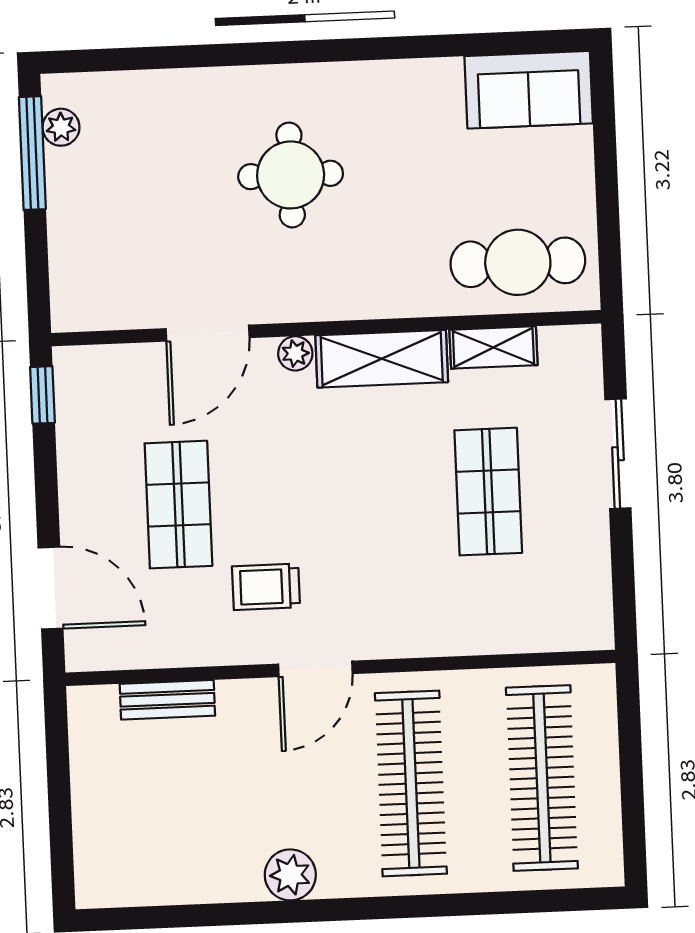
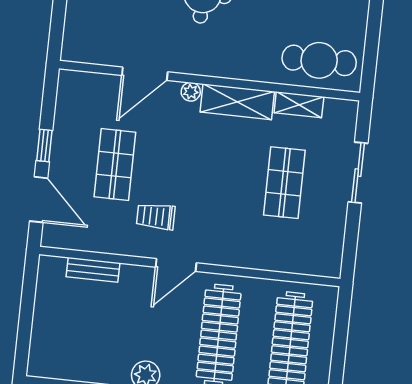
window: (42, 395) -> (44, 146), moved

